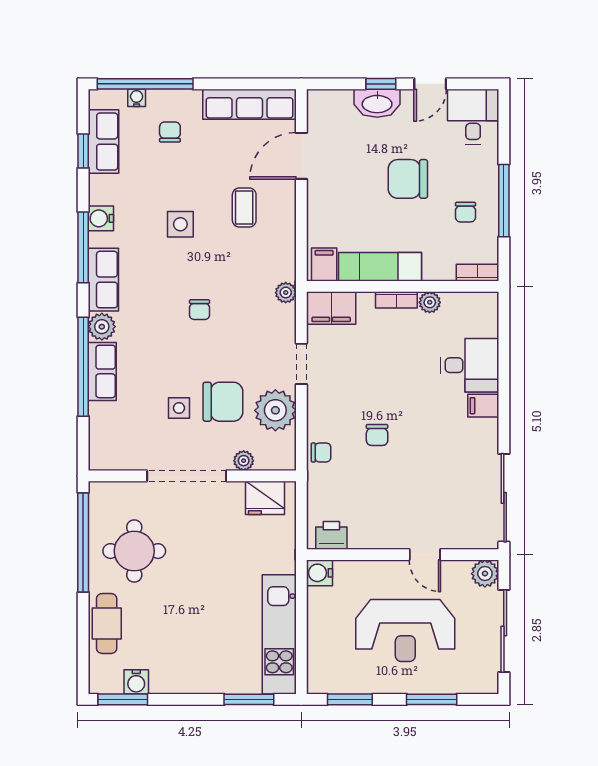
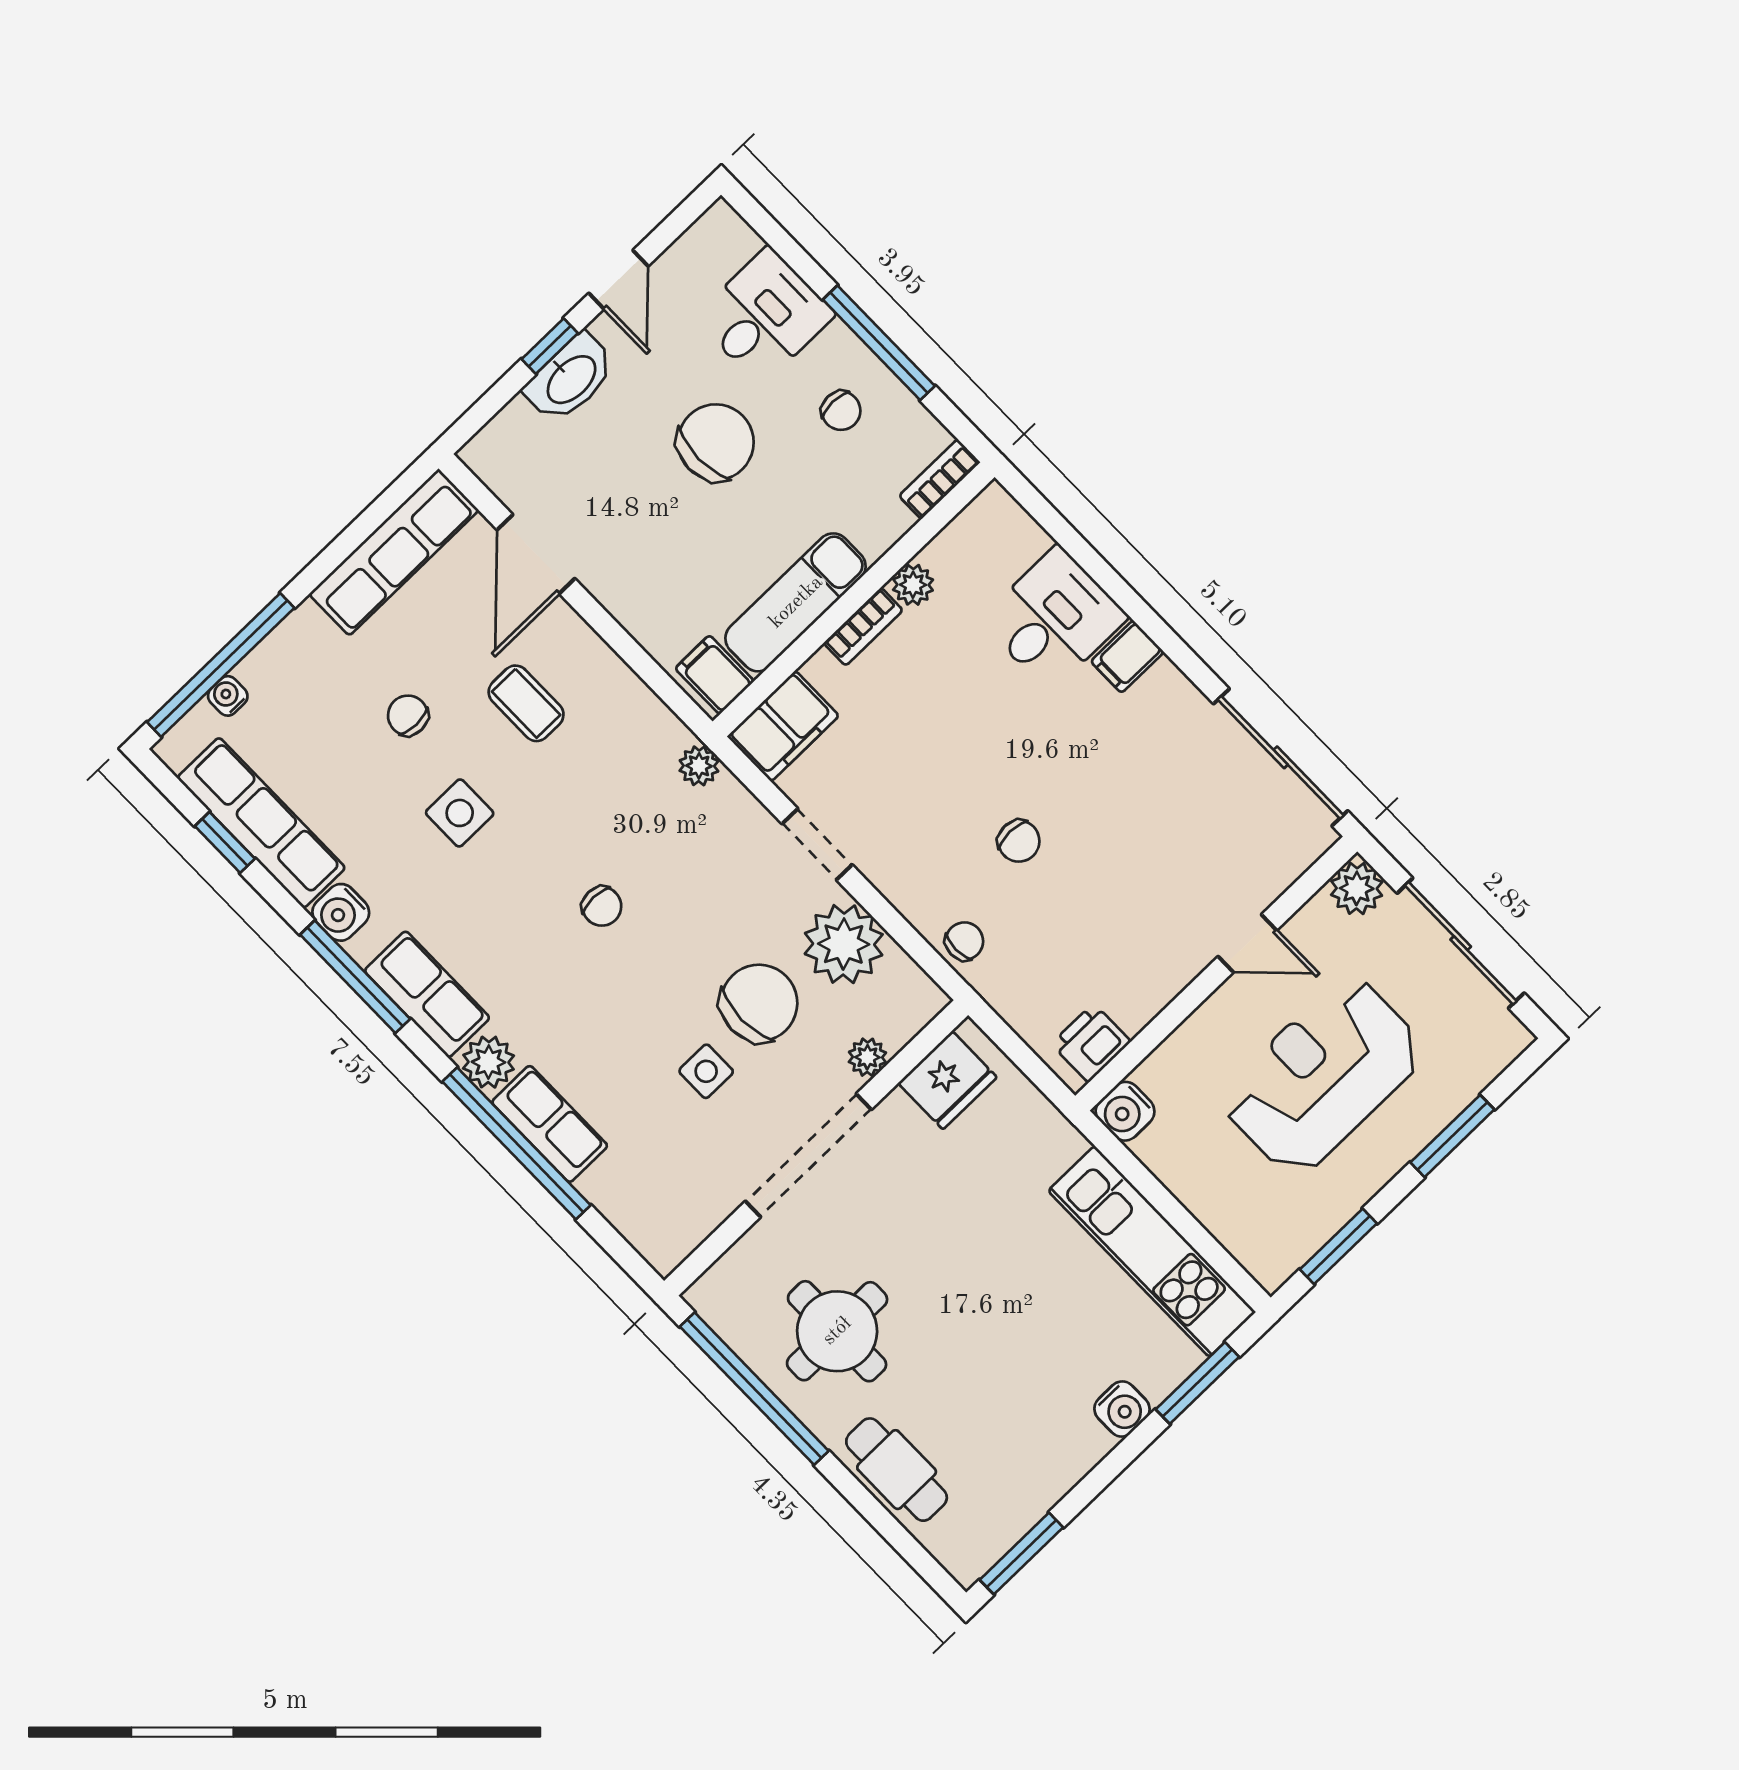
desk: (473, 117) -> (765, 316), moved, turned 90
chair: (170, 132) -> (408, 715), moved
row of seats: (104, 142) -> (261, 823), width x1.48
chair: (408, 179) -> (716, 442), turned 180
reception desk: (405, 631) -> (1323, 1076), turned 180
water cooler: (136, 682) -> (1122, 1409), moved

